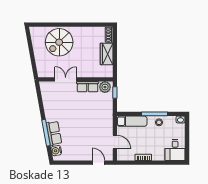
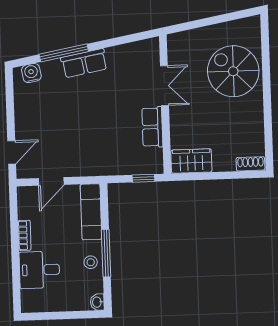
wardrobe: (107, 54) -> (191, 161), moved
plant: (105, 87) -> (153, 159), removed
row of seats: (54, 133) -> (84, 63), moved
desk: (175, 150) -> (39, 270), moved

